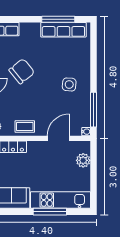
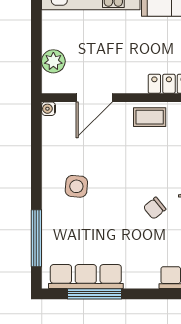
chair: (22, 71) -> (155, 208), width x0.54, depth x0.54
window: (93, 110) -> (36, 238), moved

